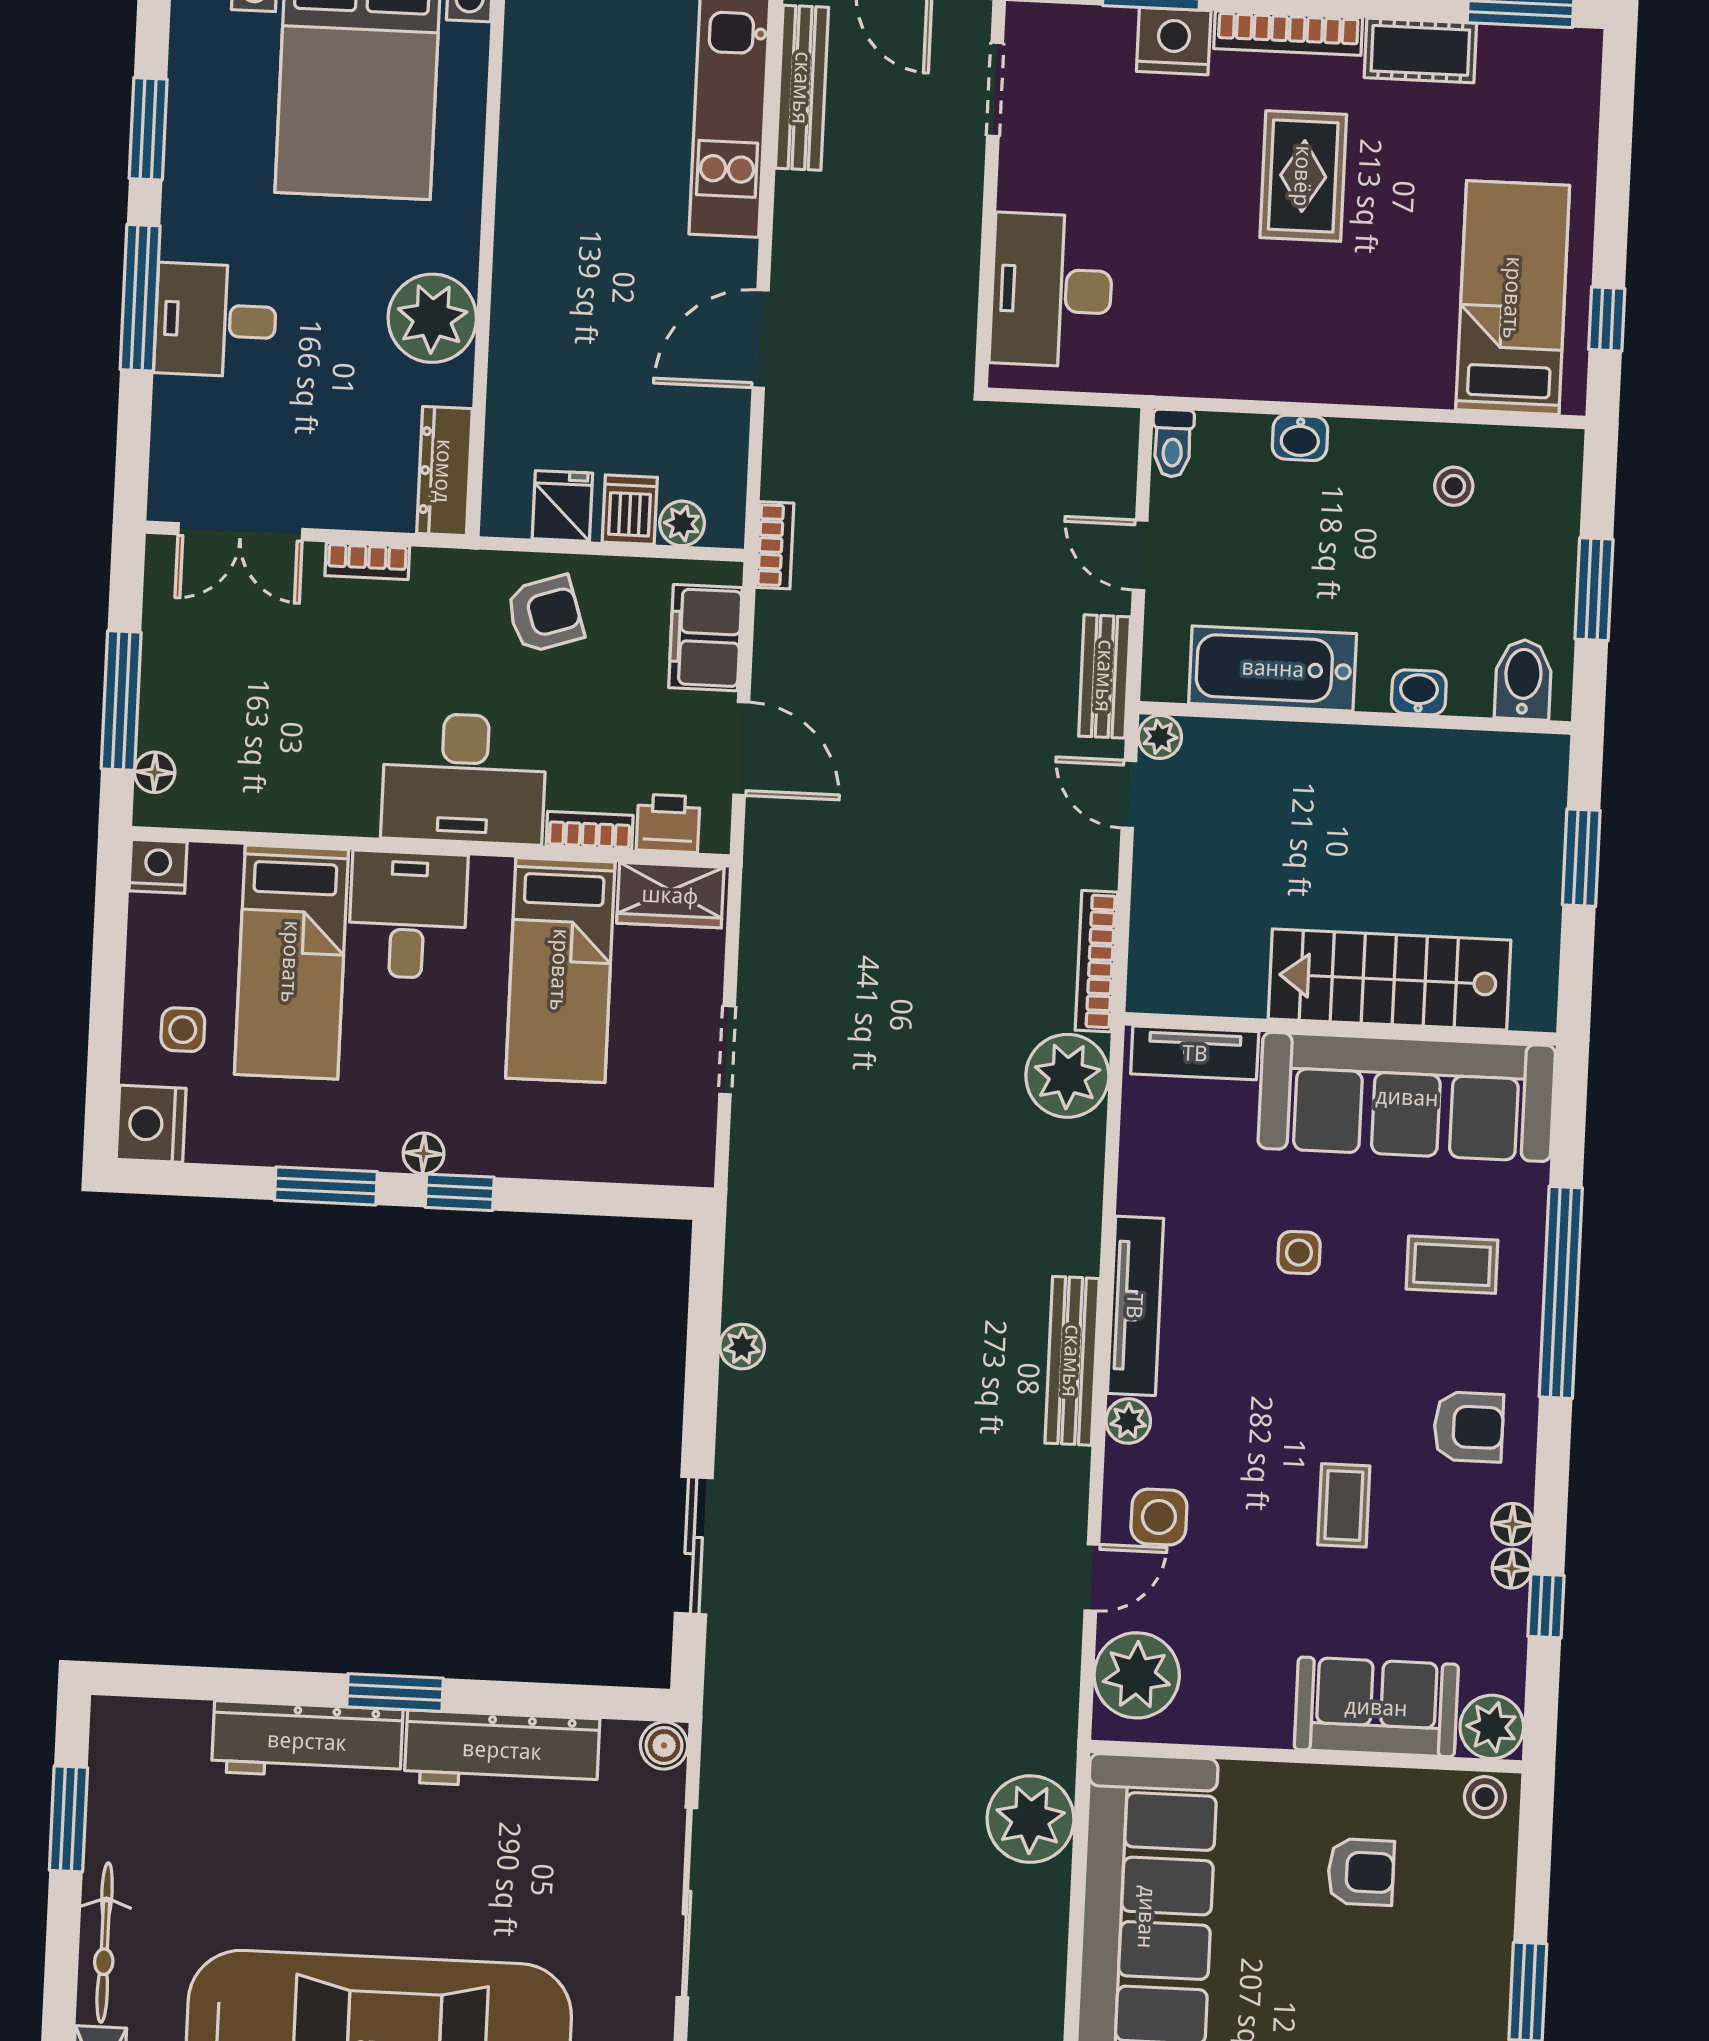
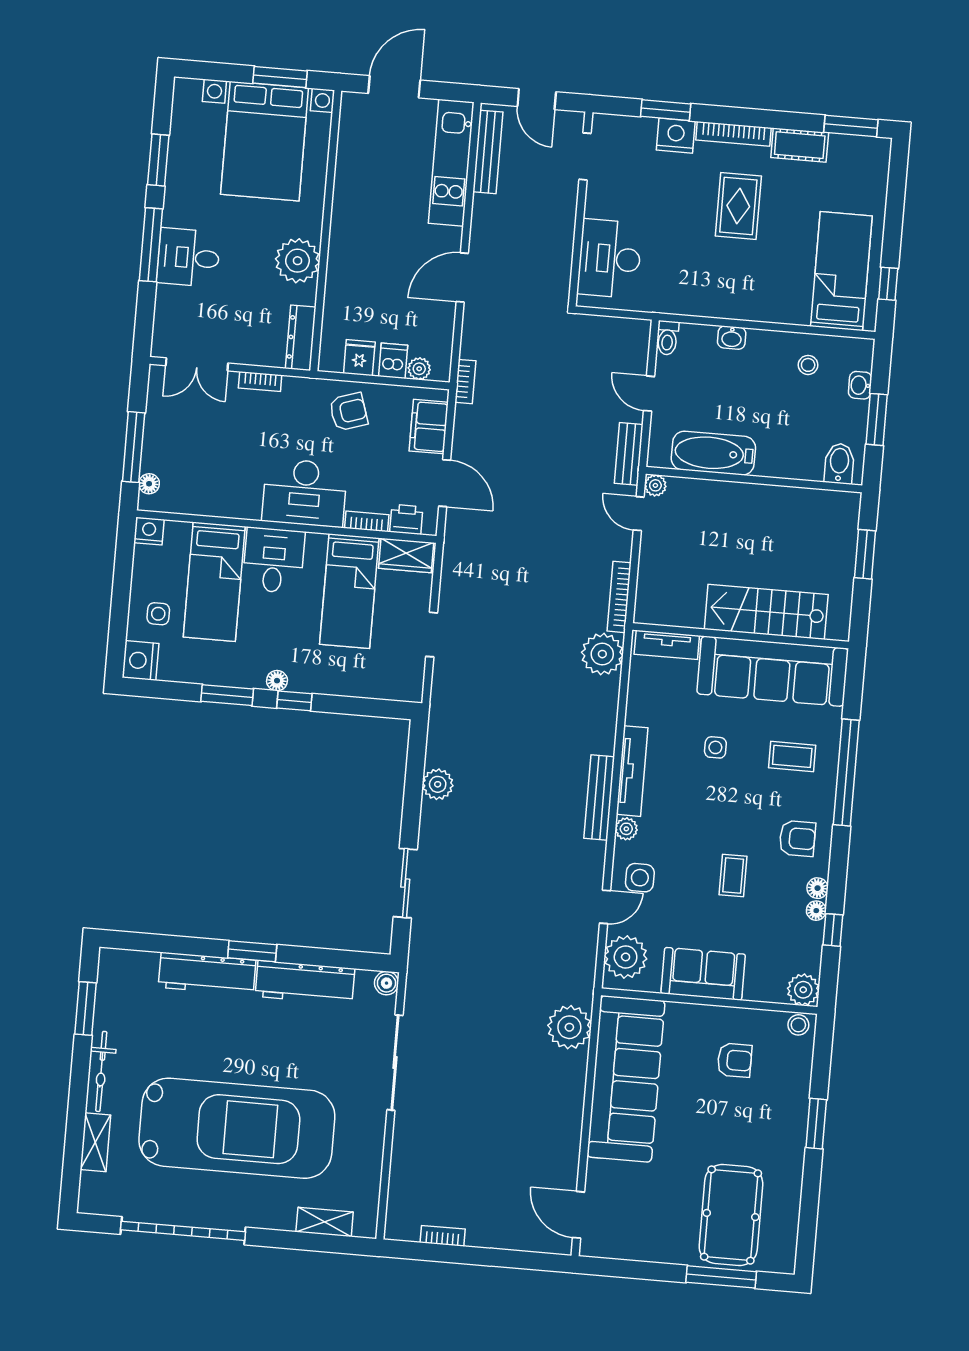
washbasin: (1419, 692) -> (860, 385), moved, turned -90
plant: (742, 1347) -> (438, 784), width x1.38, depth x1.38
sofa: (1376, 1707) -> (703, 974), moved

